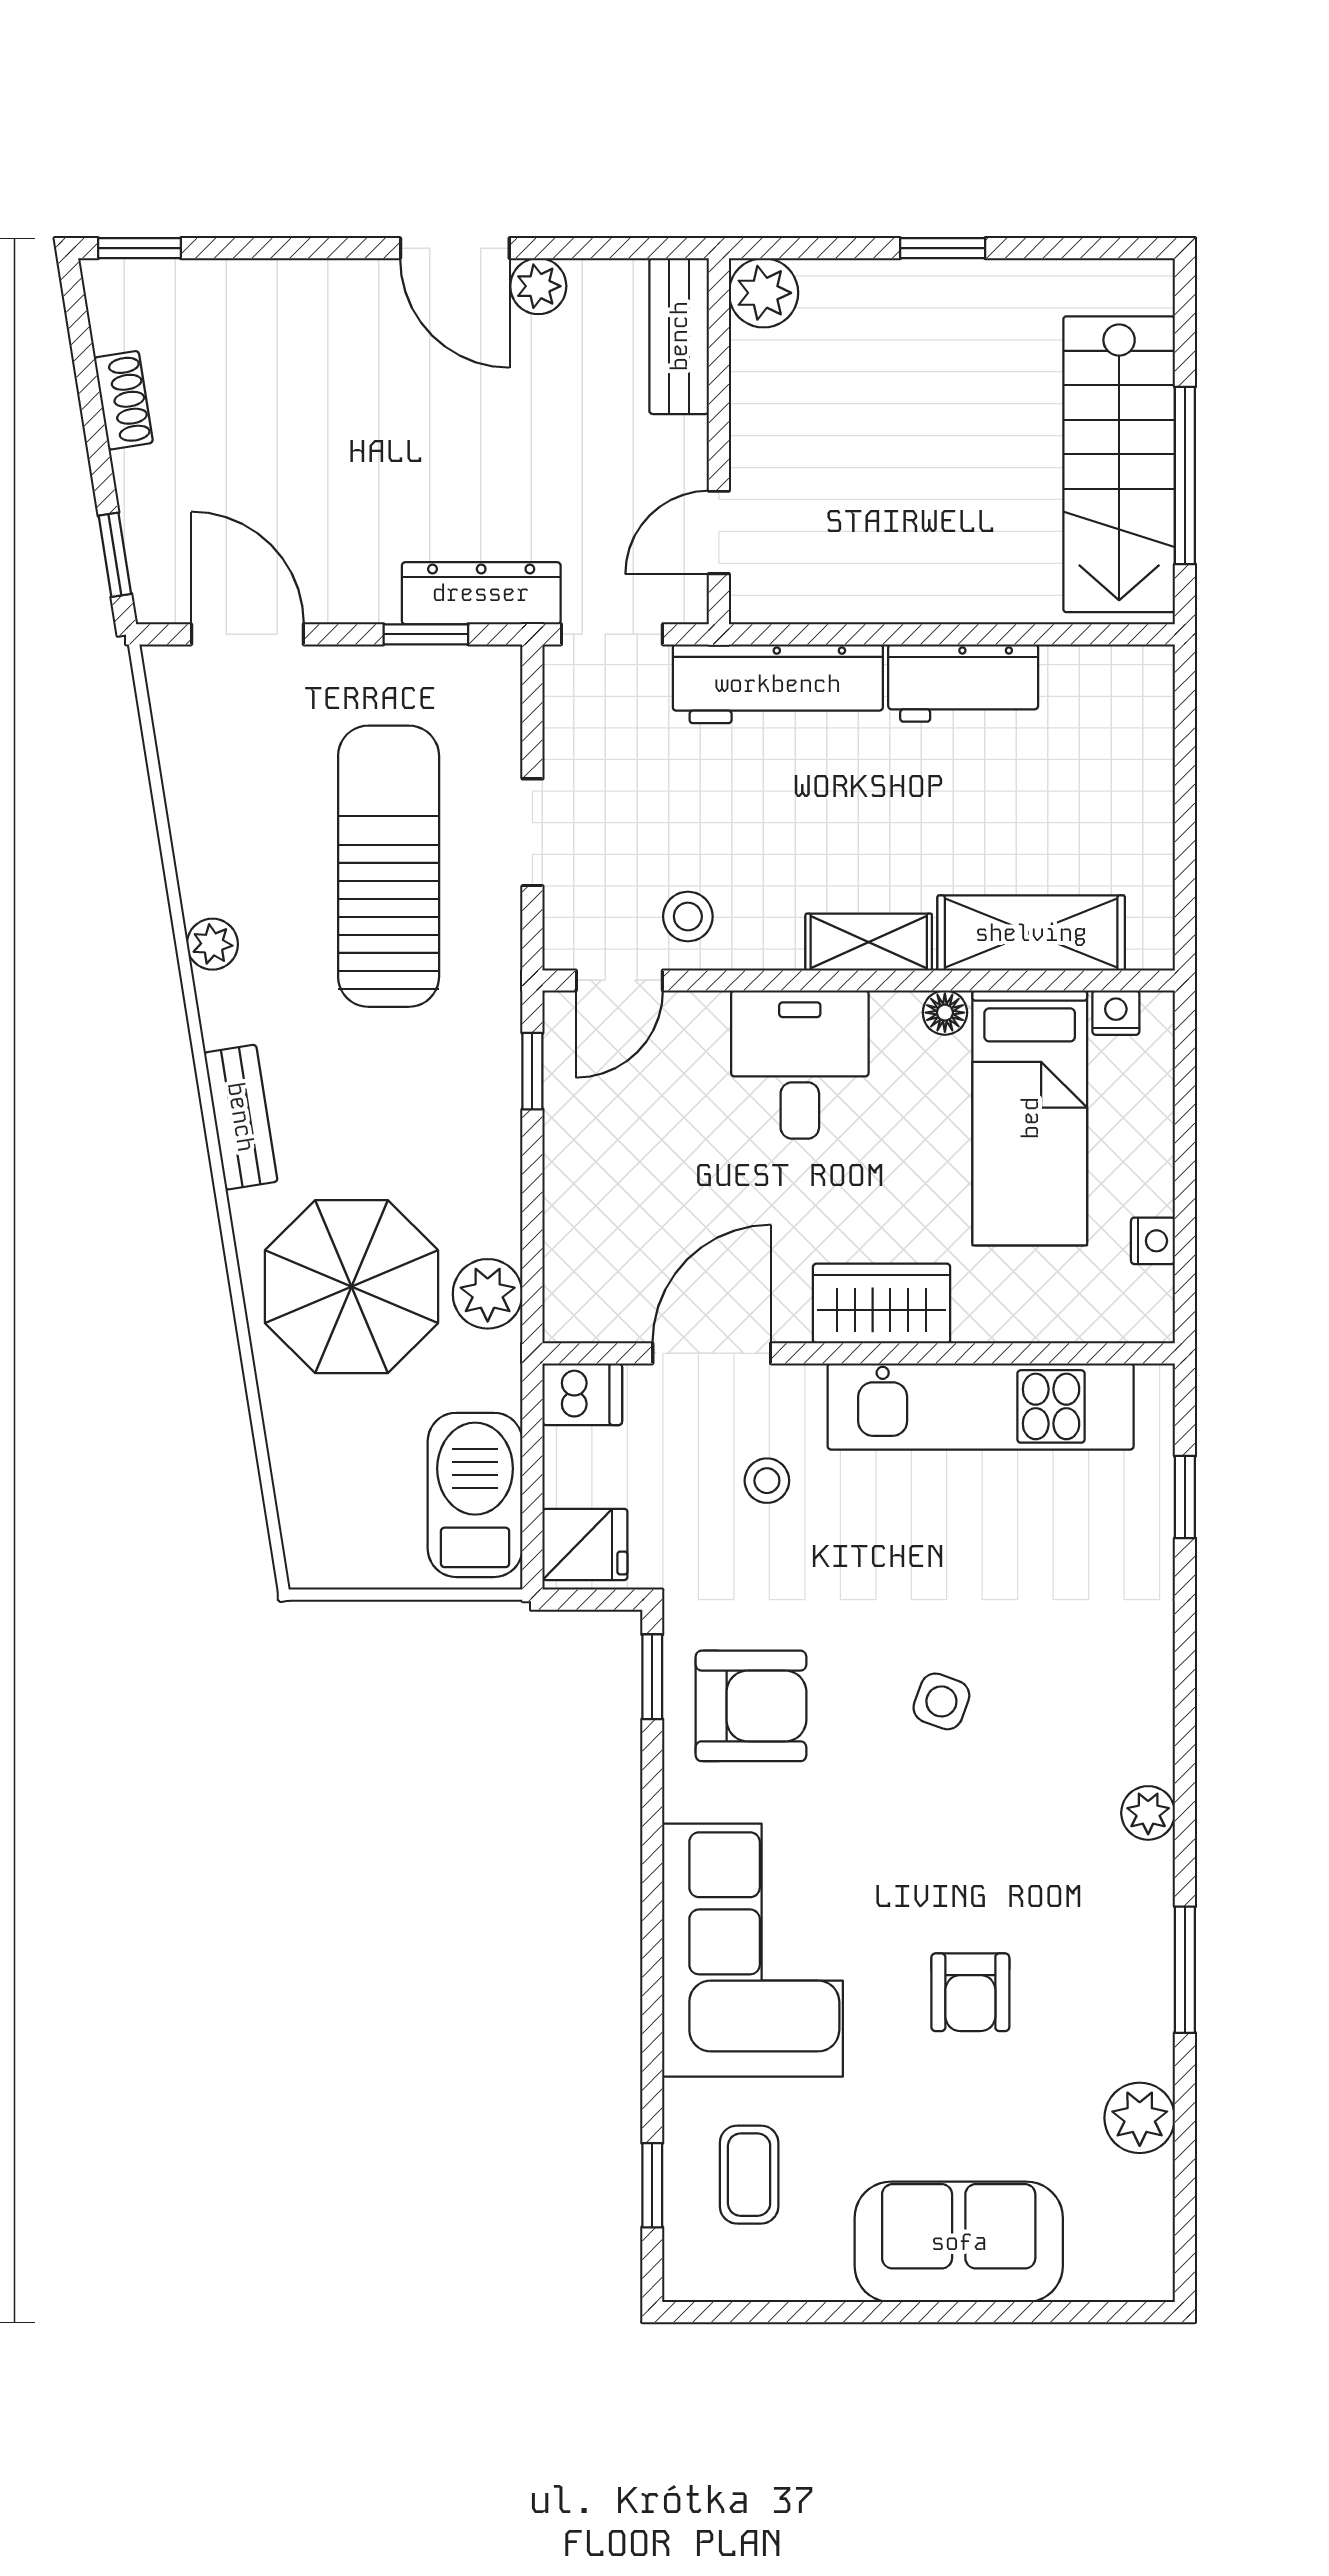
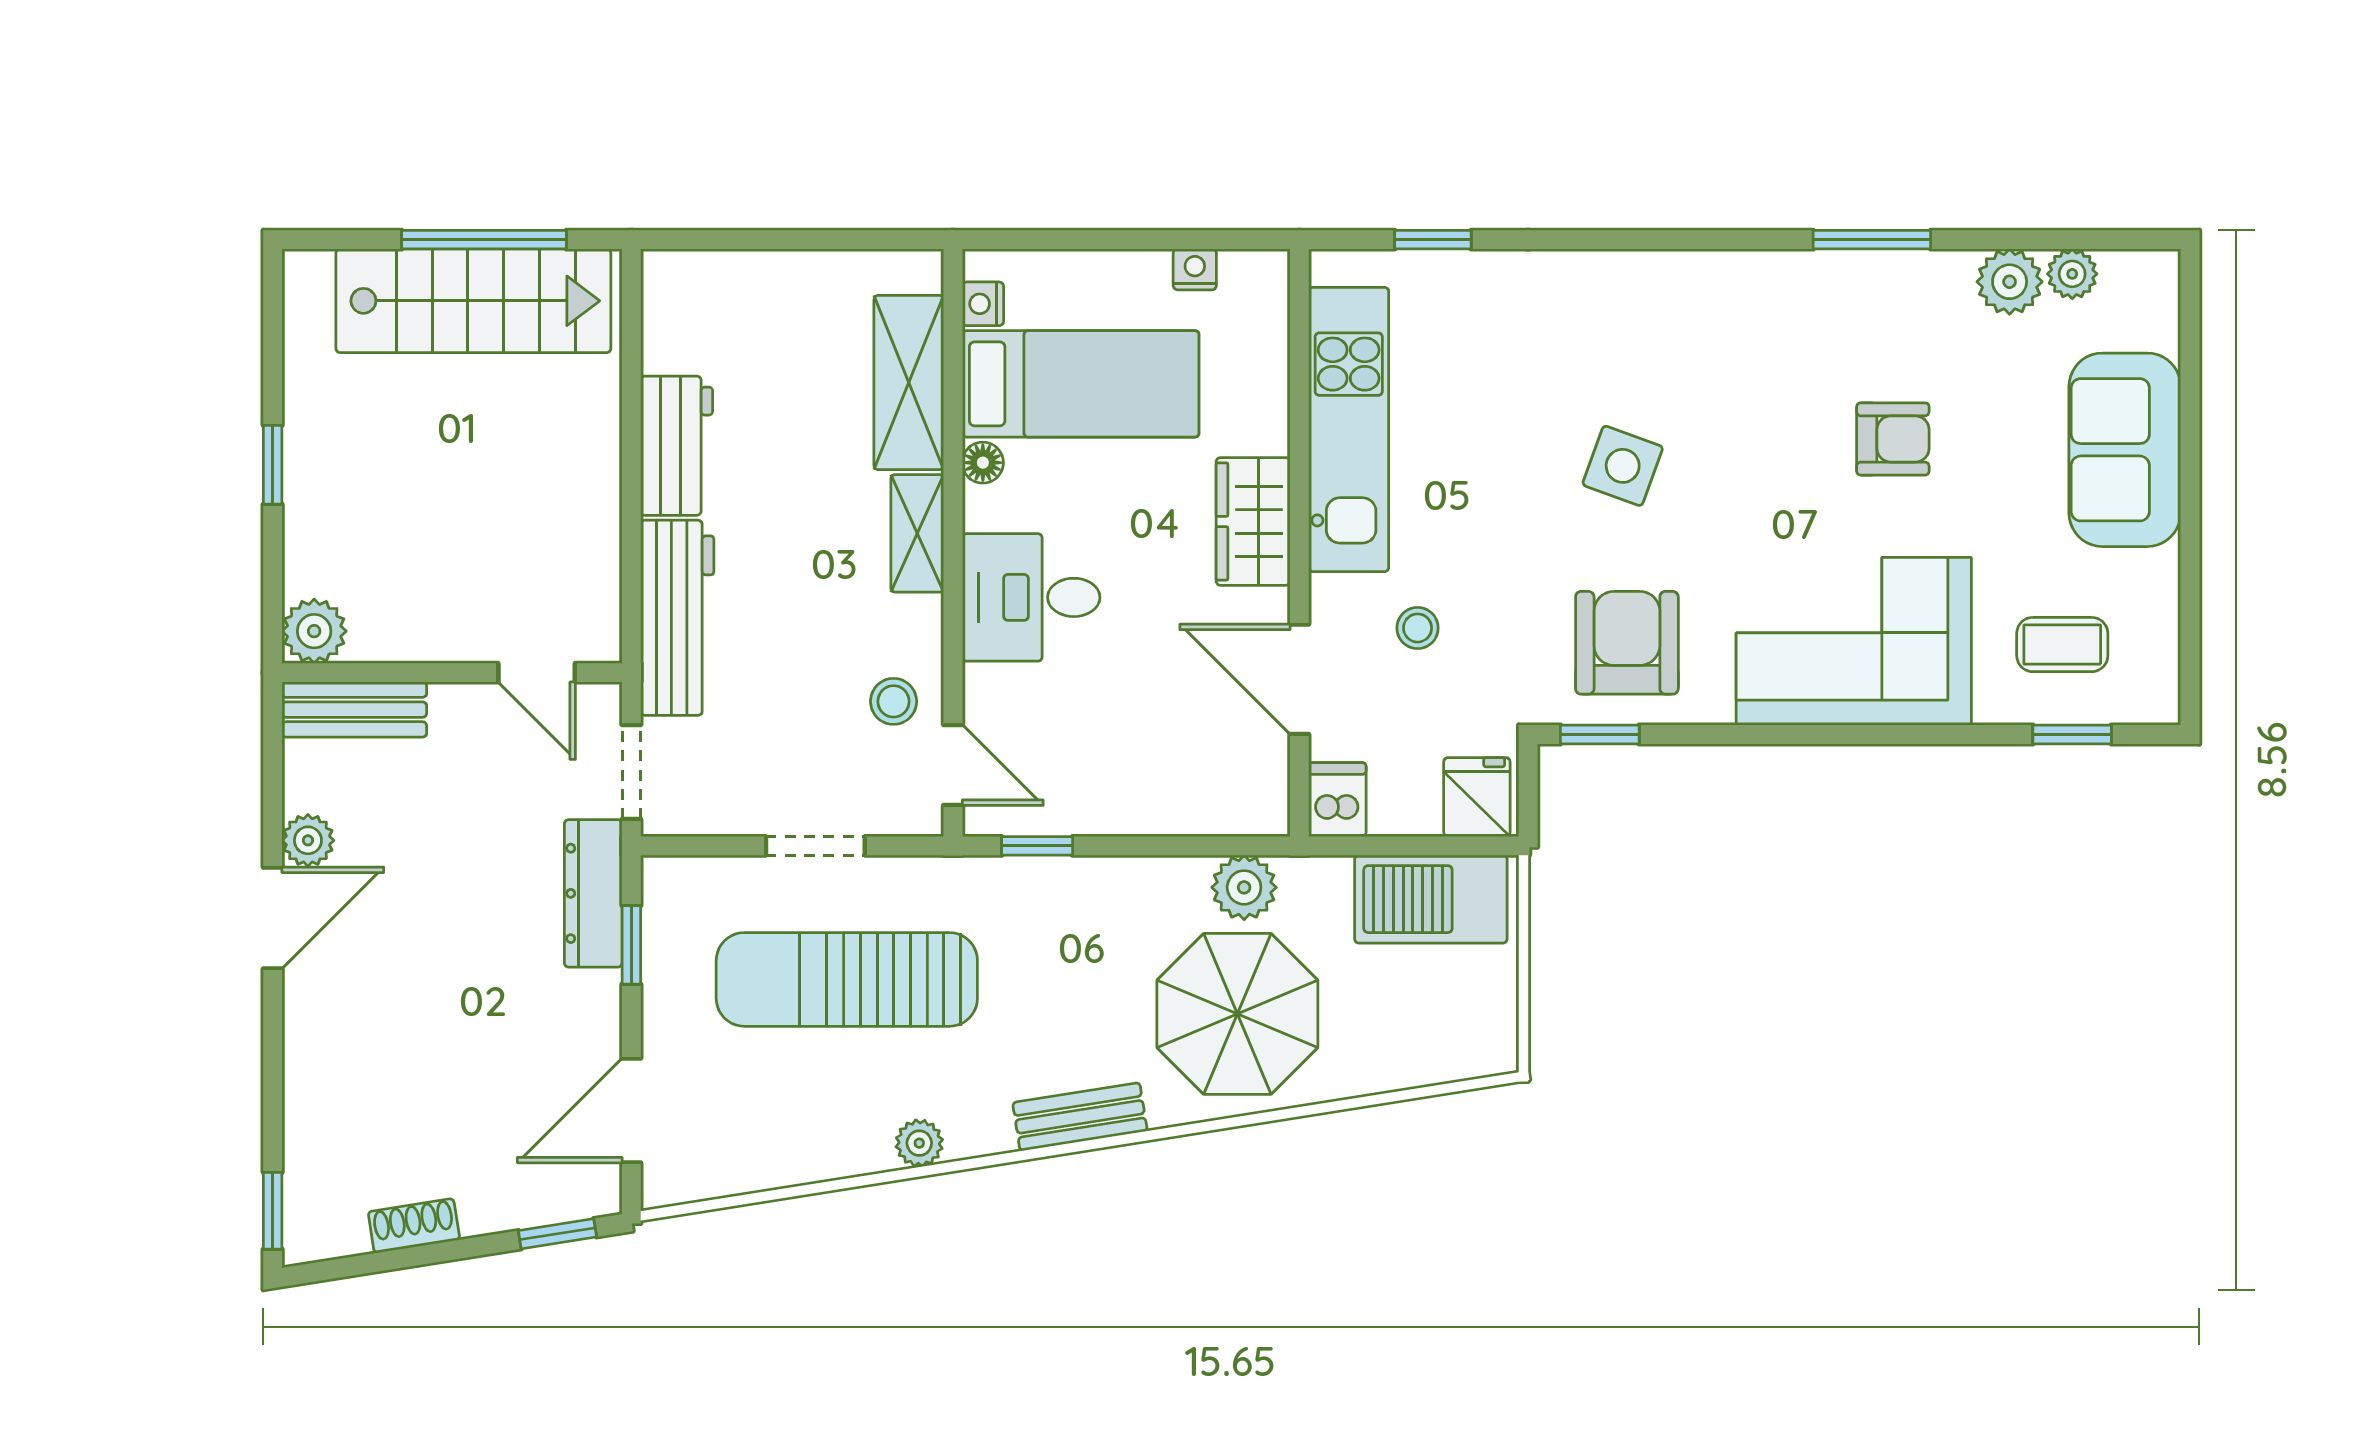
side table: (941, 1701) -> (1623, 466), width x1.37, depth x1.37
plant: (1148, 1813) -> (2072, 274), moved

